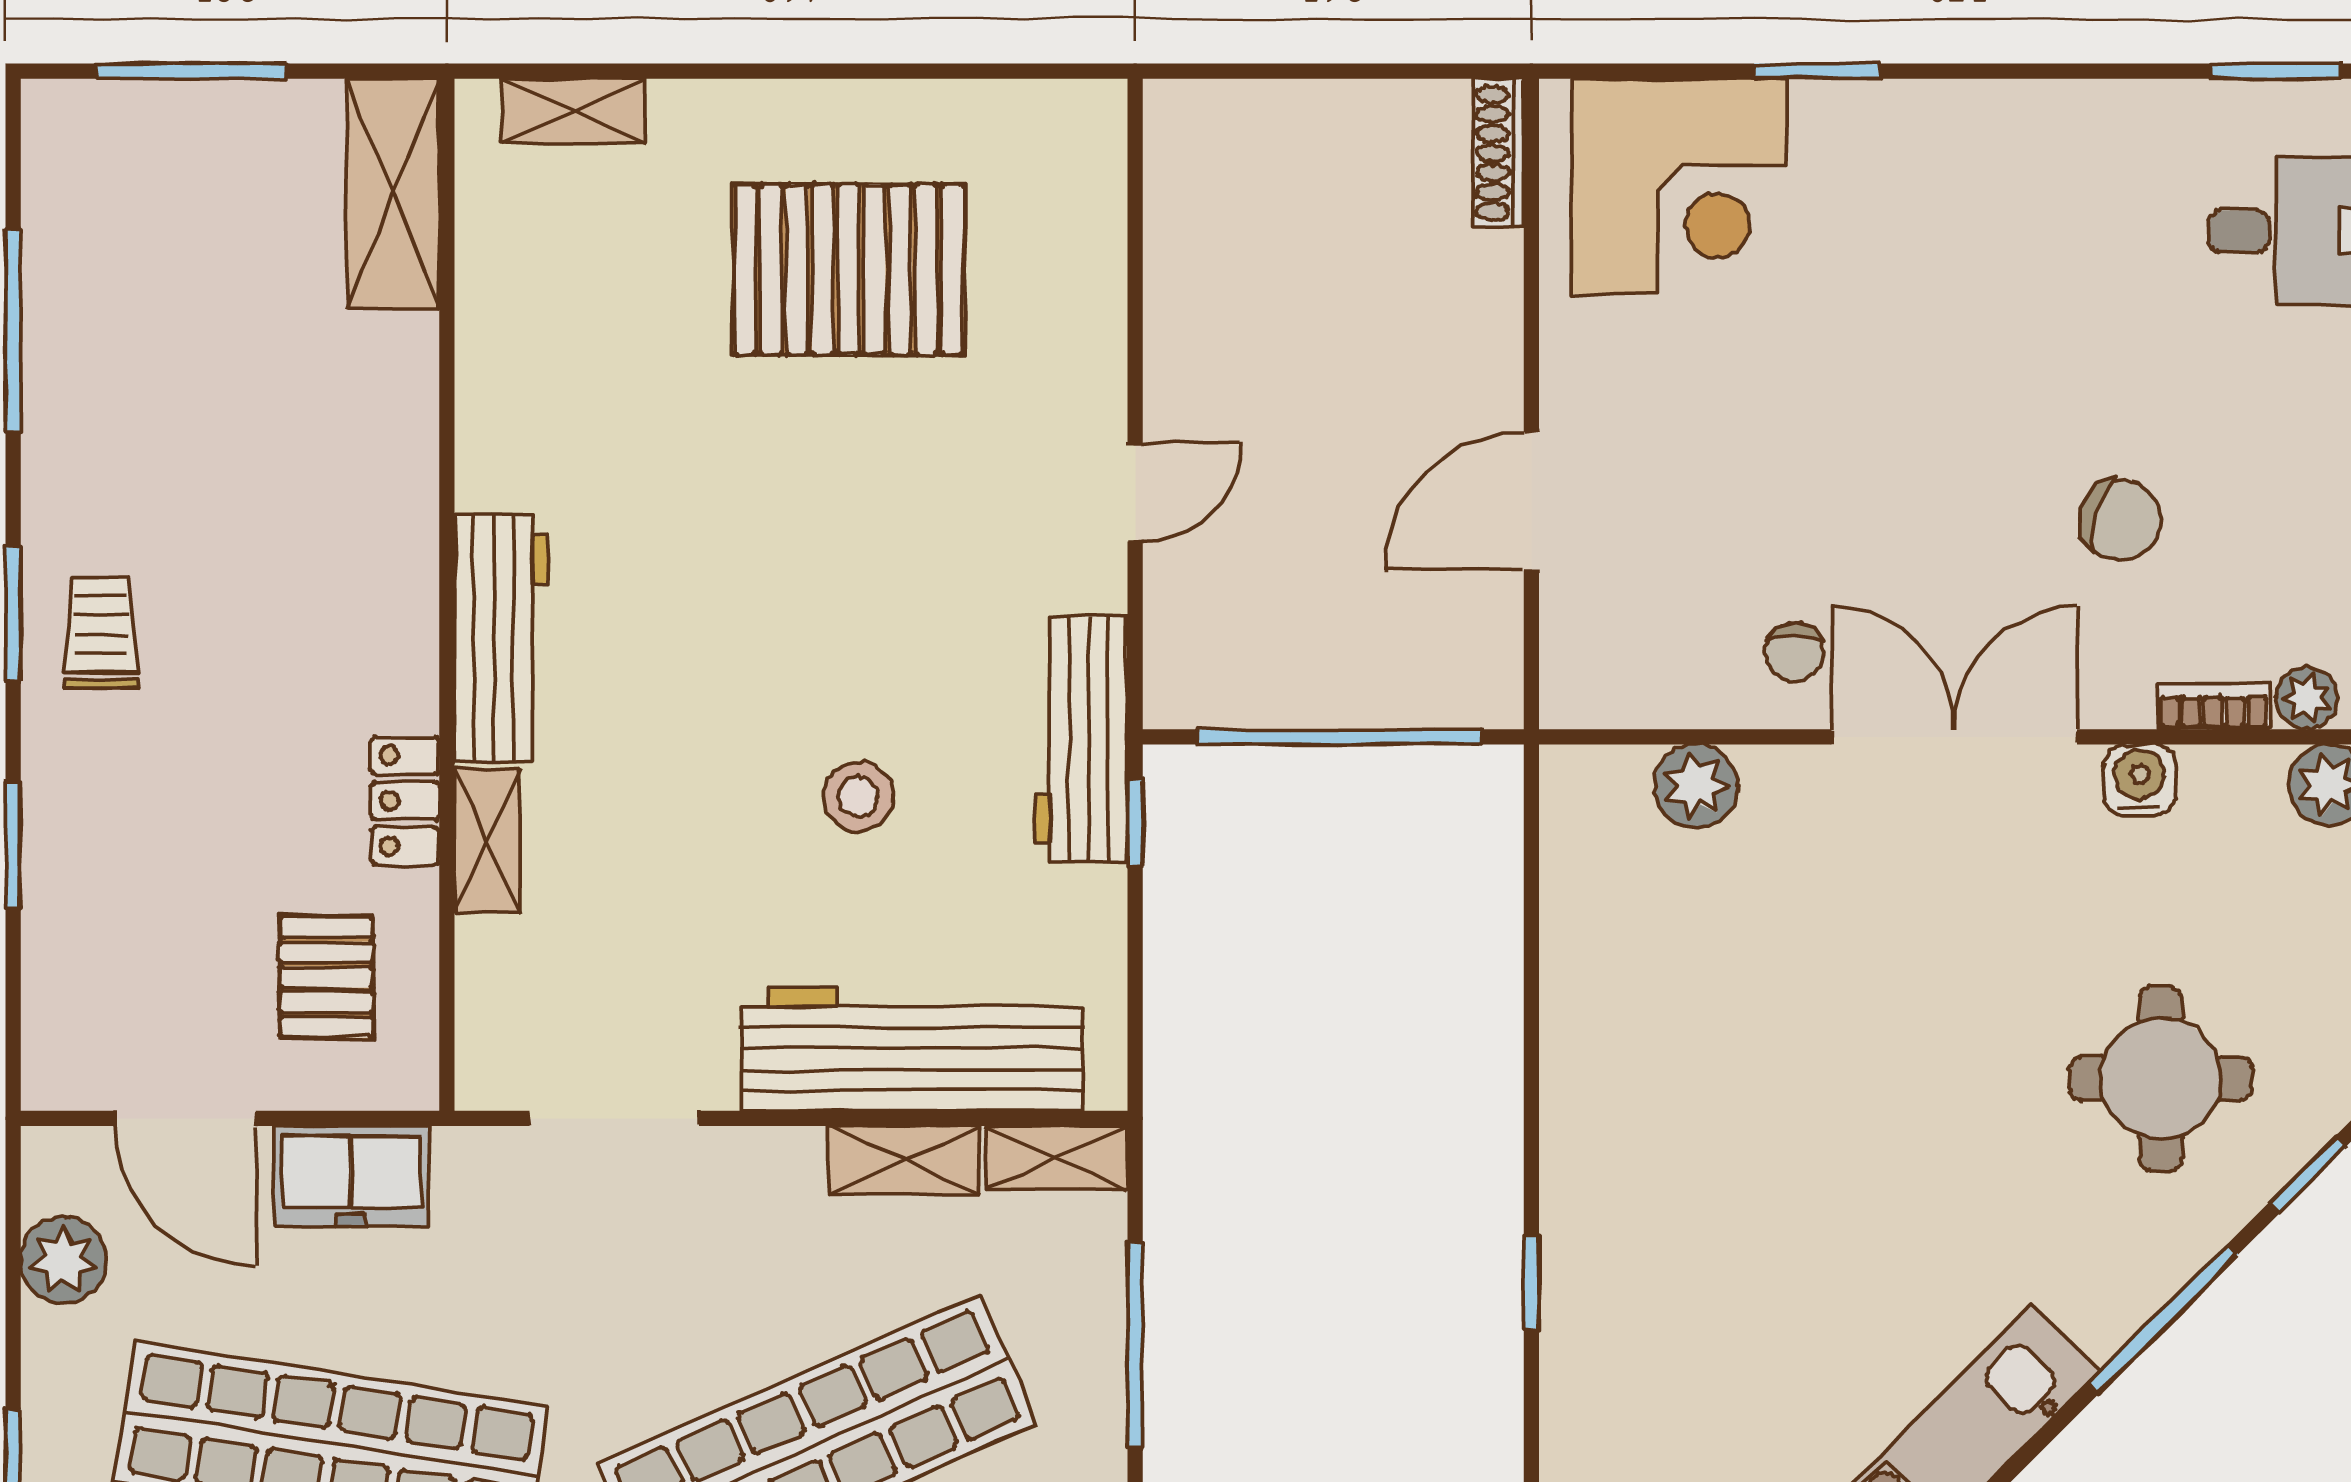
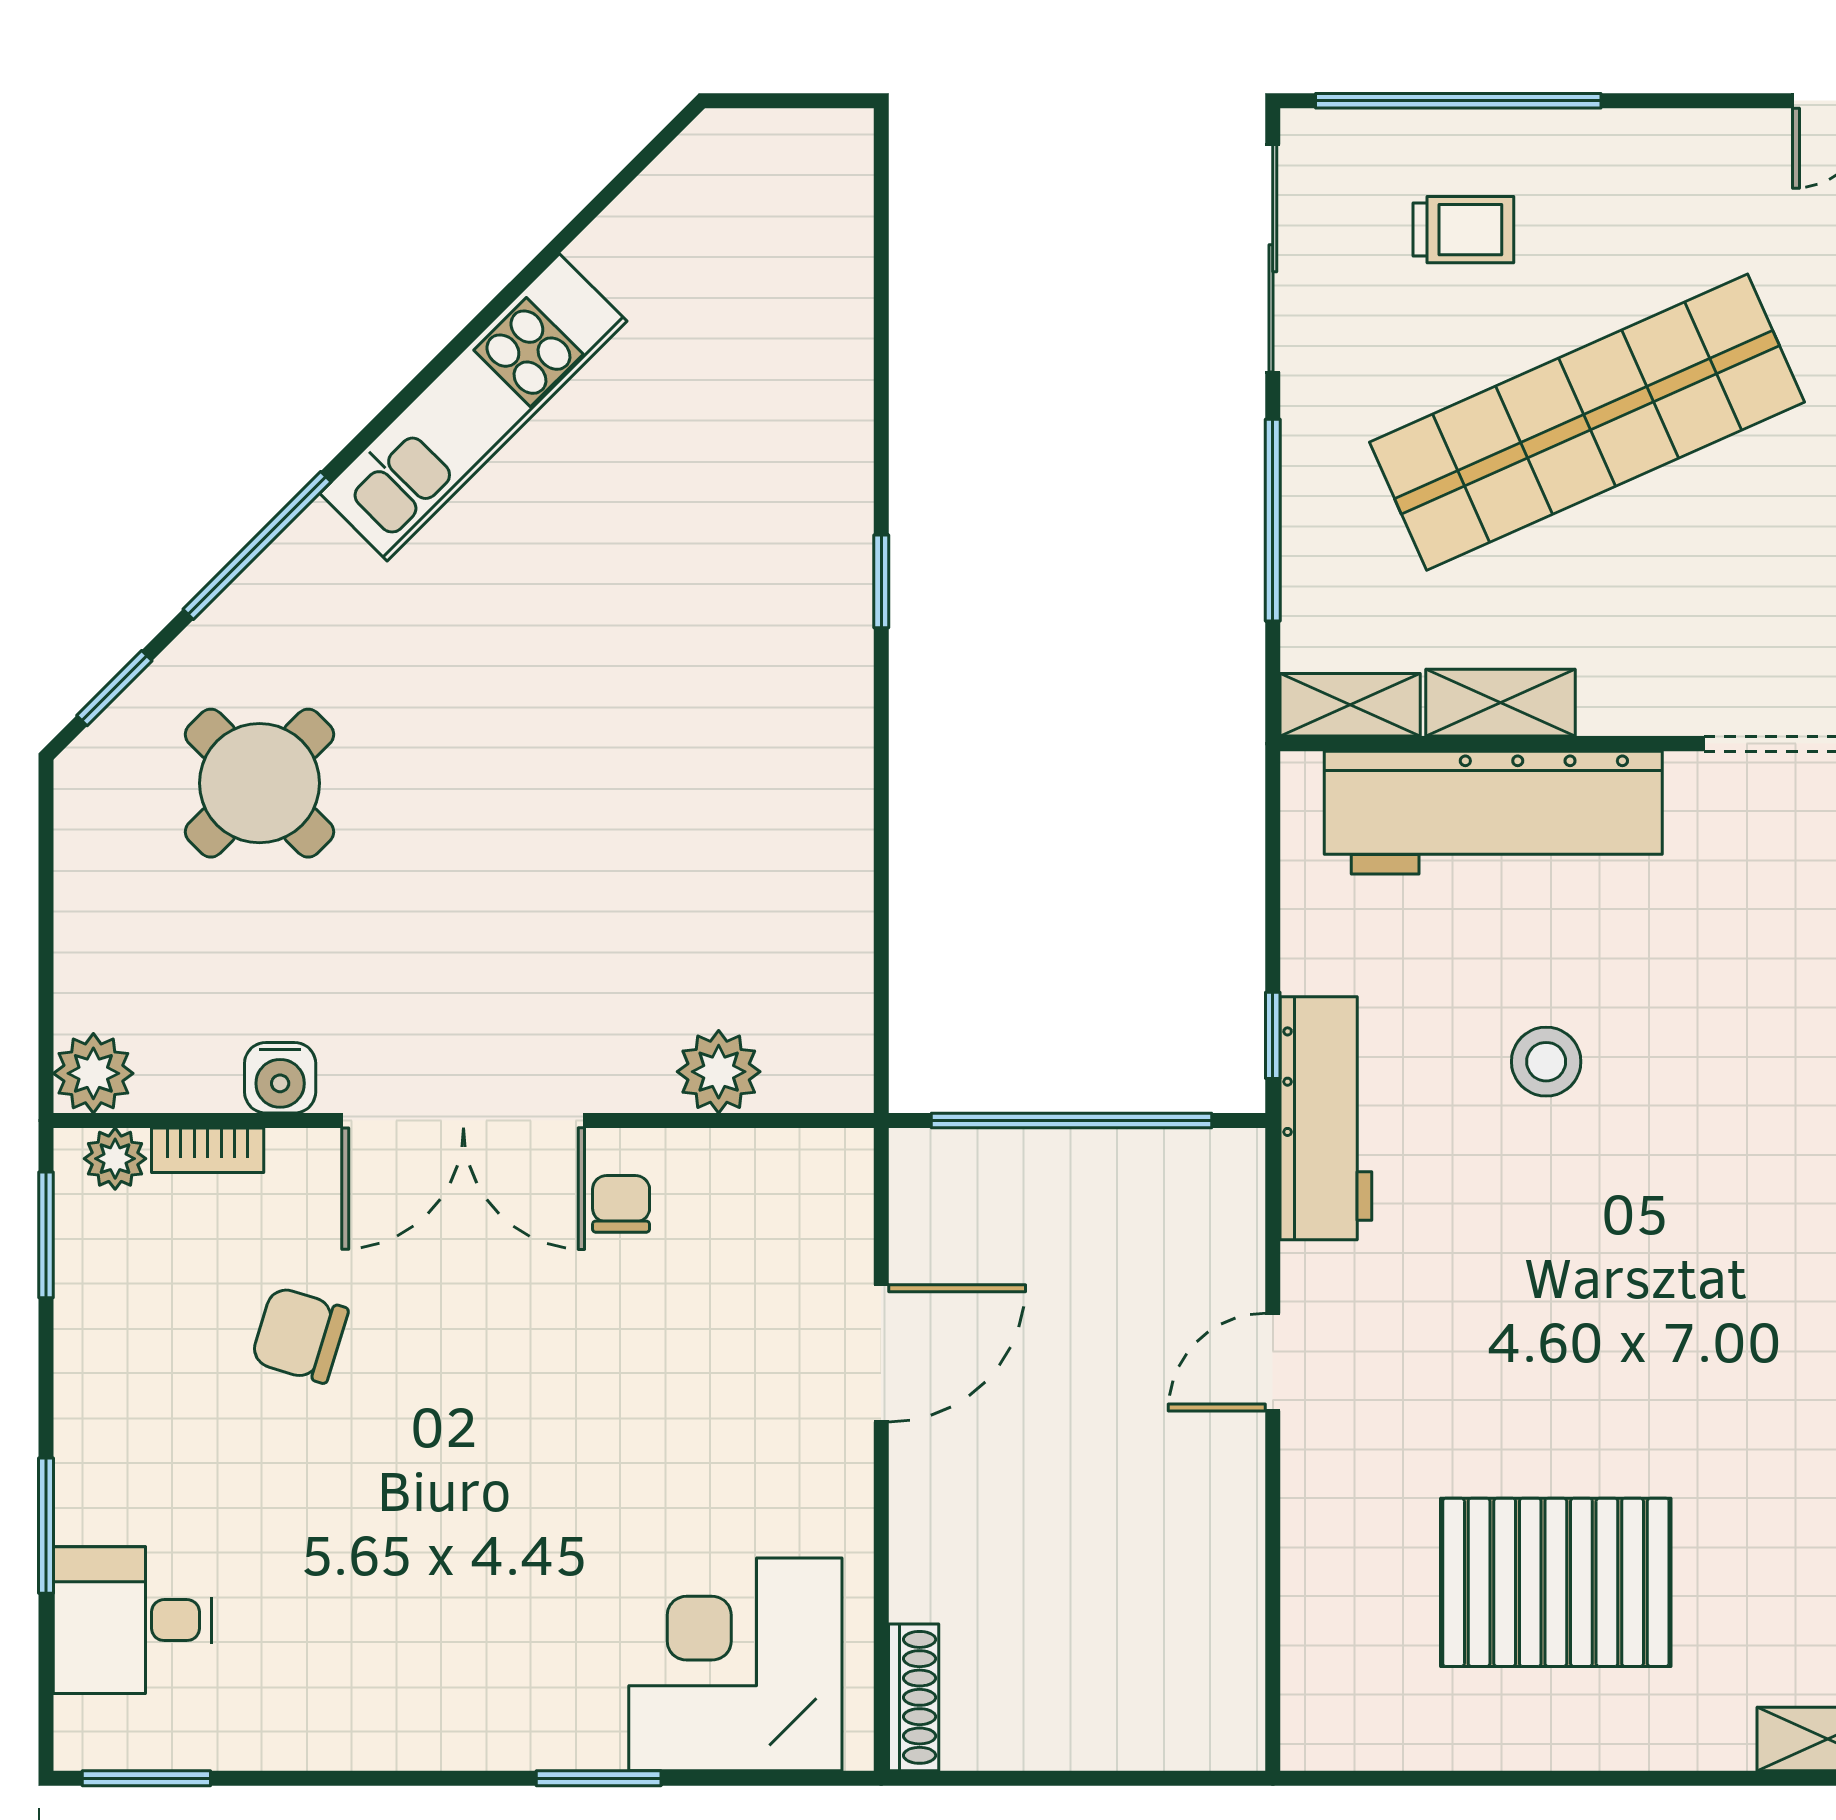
round table: (2161, 1078) -> (259, 783), turned 45

